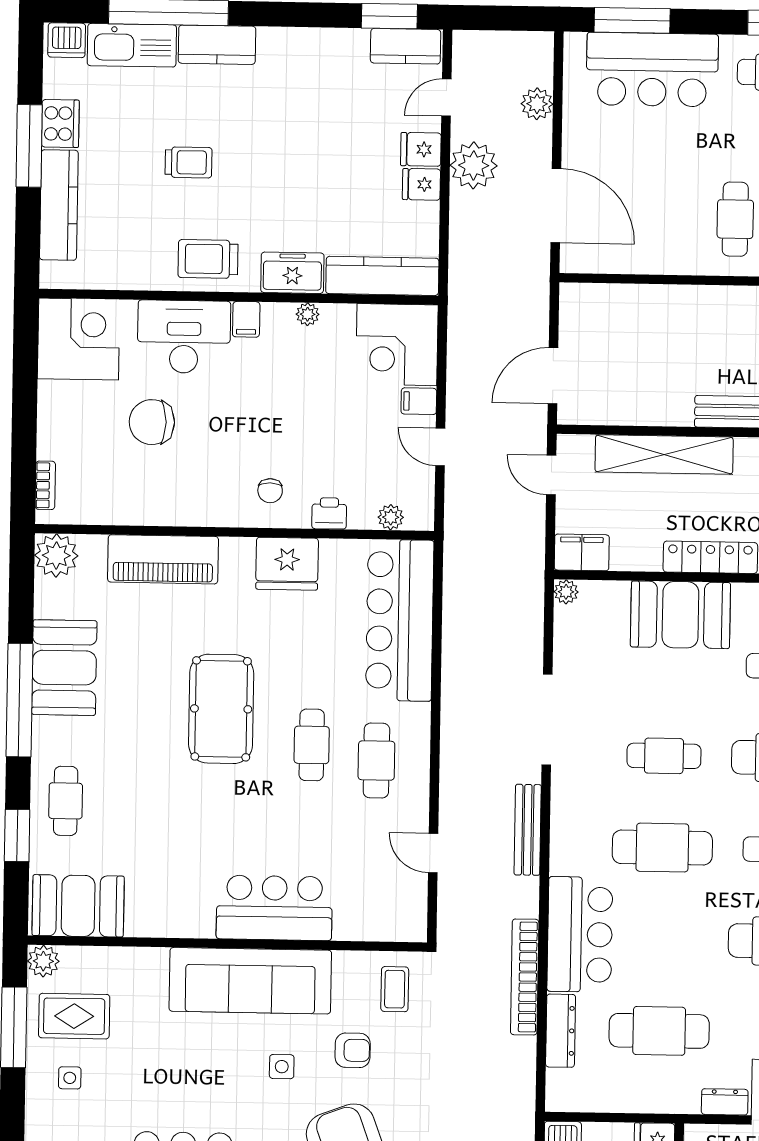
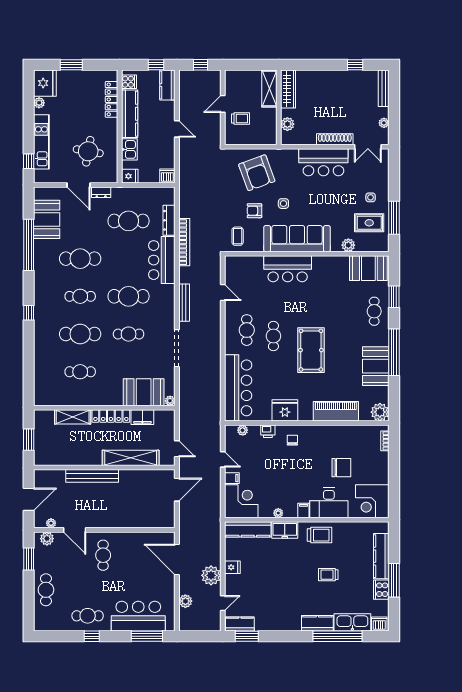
fridge: (421, 149) -> (233, 582), removed
filing cabinet: (582, 552) -> (142, 417), moved
booth: (680, 615) -> (144, 392), moved
plant: (43, 961) -> (348, 245), moved

